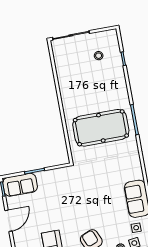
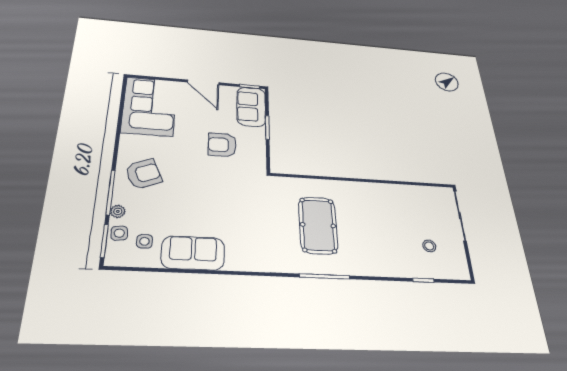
pool table: (101, 128) -> (318, 225), width x0.73, depth x0.76
armchair: (57, 198) -> (222, 145), added

